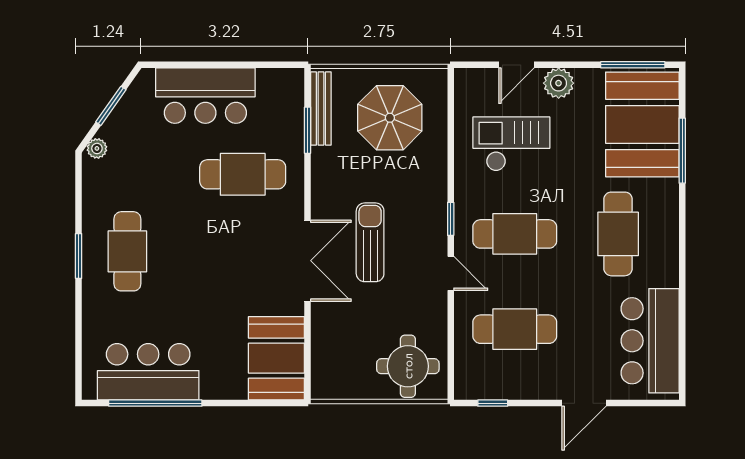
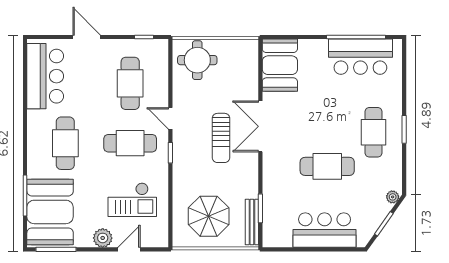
cafe table: (243, 174) -> (327, 166), moved
cafe table: (515, 329) -> (130, 83), turned 90
door: (584, 403) -> (87, 37), hinge flipped

